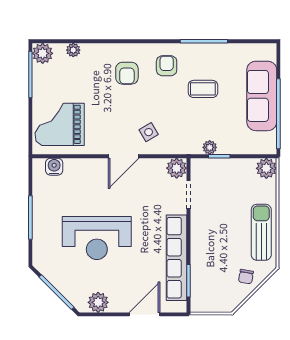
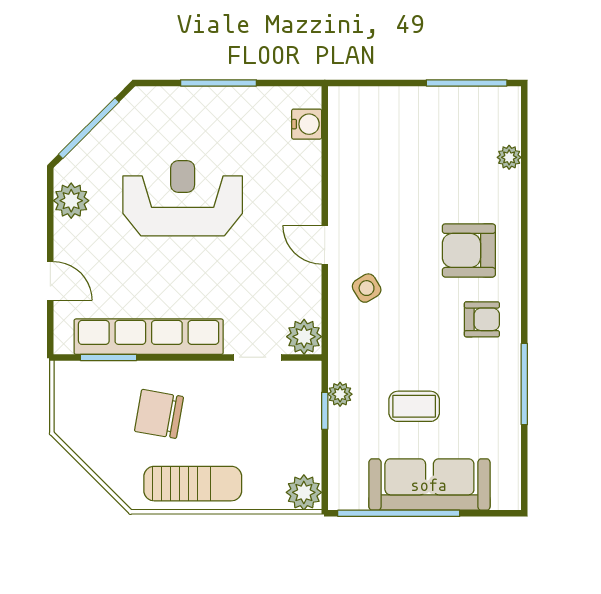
plant: (43, 53) -> (503, 104), removed
armchair: (127, 73) -> (469, 250), width x1.38, depth x1.38
coffee table: (203, 89) -> (414, 406), moved, turned 90
grand piano: (60, 124) -> (380, 133), removed
door: (124, 156) -> (325, 245), width x0.73
reception desk: (97, 238) -> (183, 198), turned 90
chair: (246, 277) -> (159, 414), moved, width x1.87, depth x1.87
door: (145, 314) -> (50, 281), width x0.73

